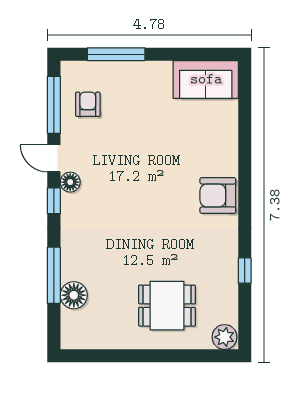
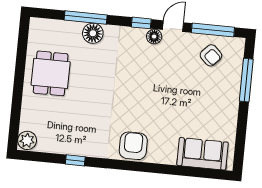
sofa: (206, 79) -> (203, 154), moved, turned 90
armchair: (88, 104) -> (211, 55), turned 43
floor lamp: (74, 295) -> (93, 33), moved
dining table: (167, 306) -> (51, 73), moved

